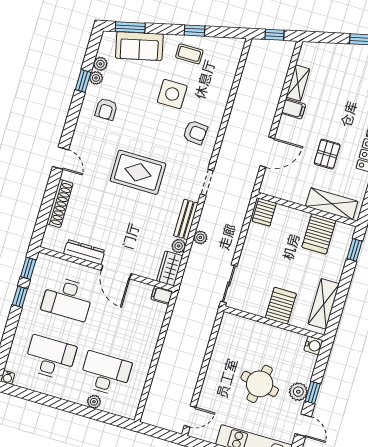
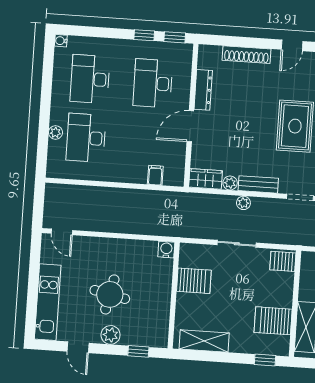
sliding door: (229, 284) -> (237, 244), moved
filing cabinet: (162, 295) -> (155, 175), moved
server rack: (281, 306) -> (194, 281), moved
water cooler: (313, 345) -> (166, 250), moved, turned 180
desk: (50, 358) -> (90, 79), turned 180
desk: (105, 374) -> (86, 138), turned 180
window: (313, 392) -> (138, 351), moved
door: (303, 425) -> (78, 347), hinge flipped

